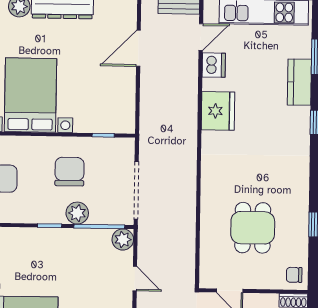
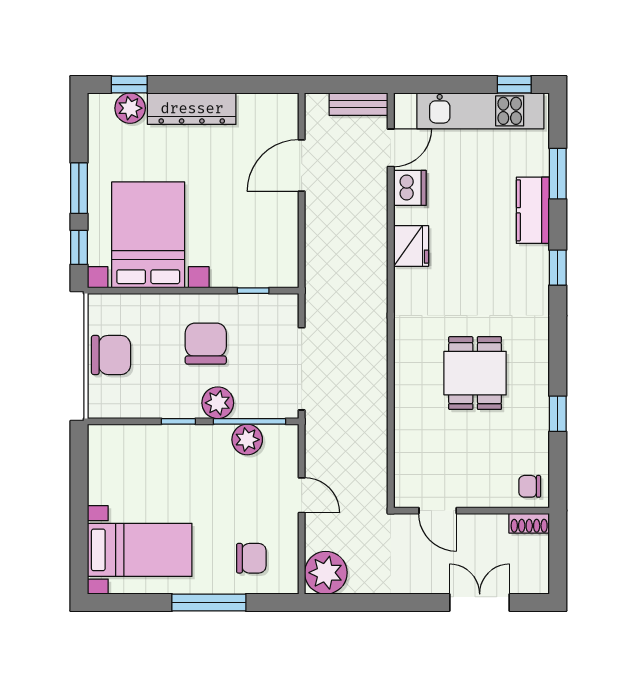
fridge: (218, 111) -> (411, 246), width x0.73, depth x0.75
dining table: (253, 228) -> (475, 373), moved
plant: (123, 239) -> (247, 440), moved

